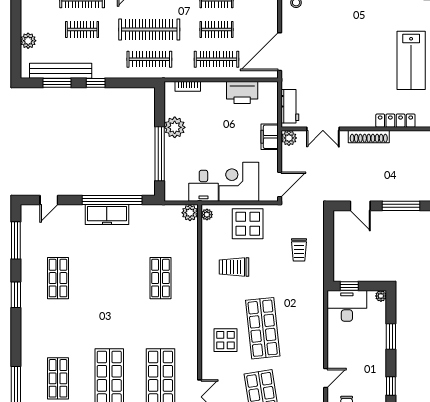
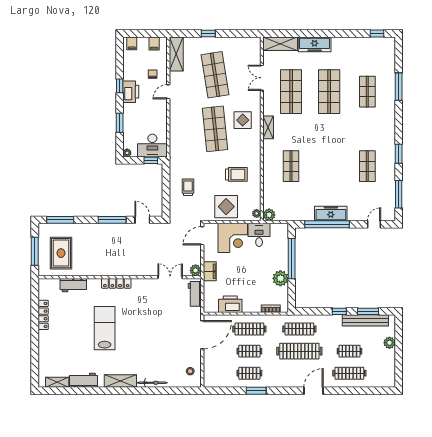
shoe rack: (369, 137) -> (136, 271), removed
shelving: (191, 330) -> (268, 127), added
printer: (376, 378) -> (131, 92), added

